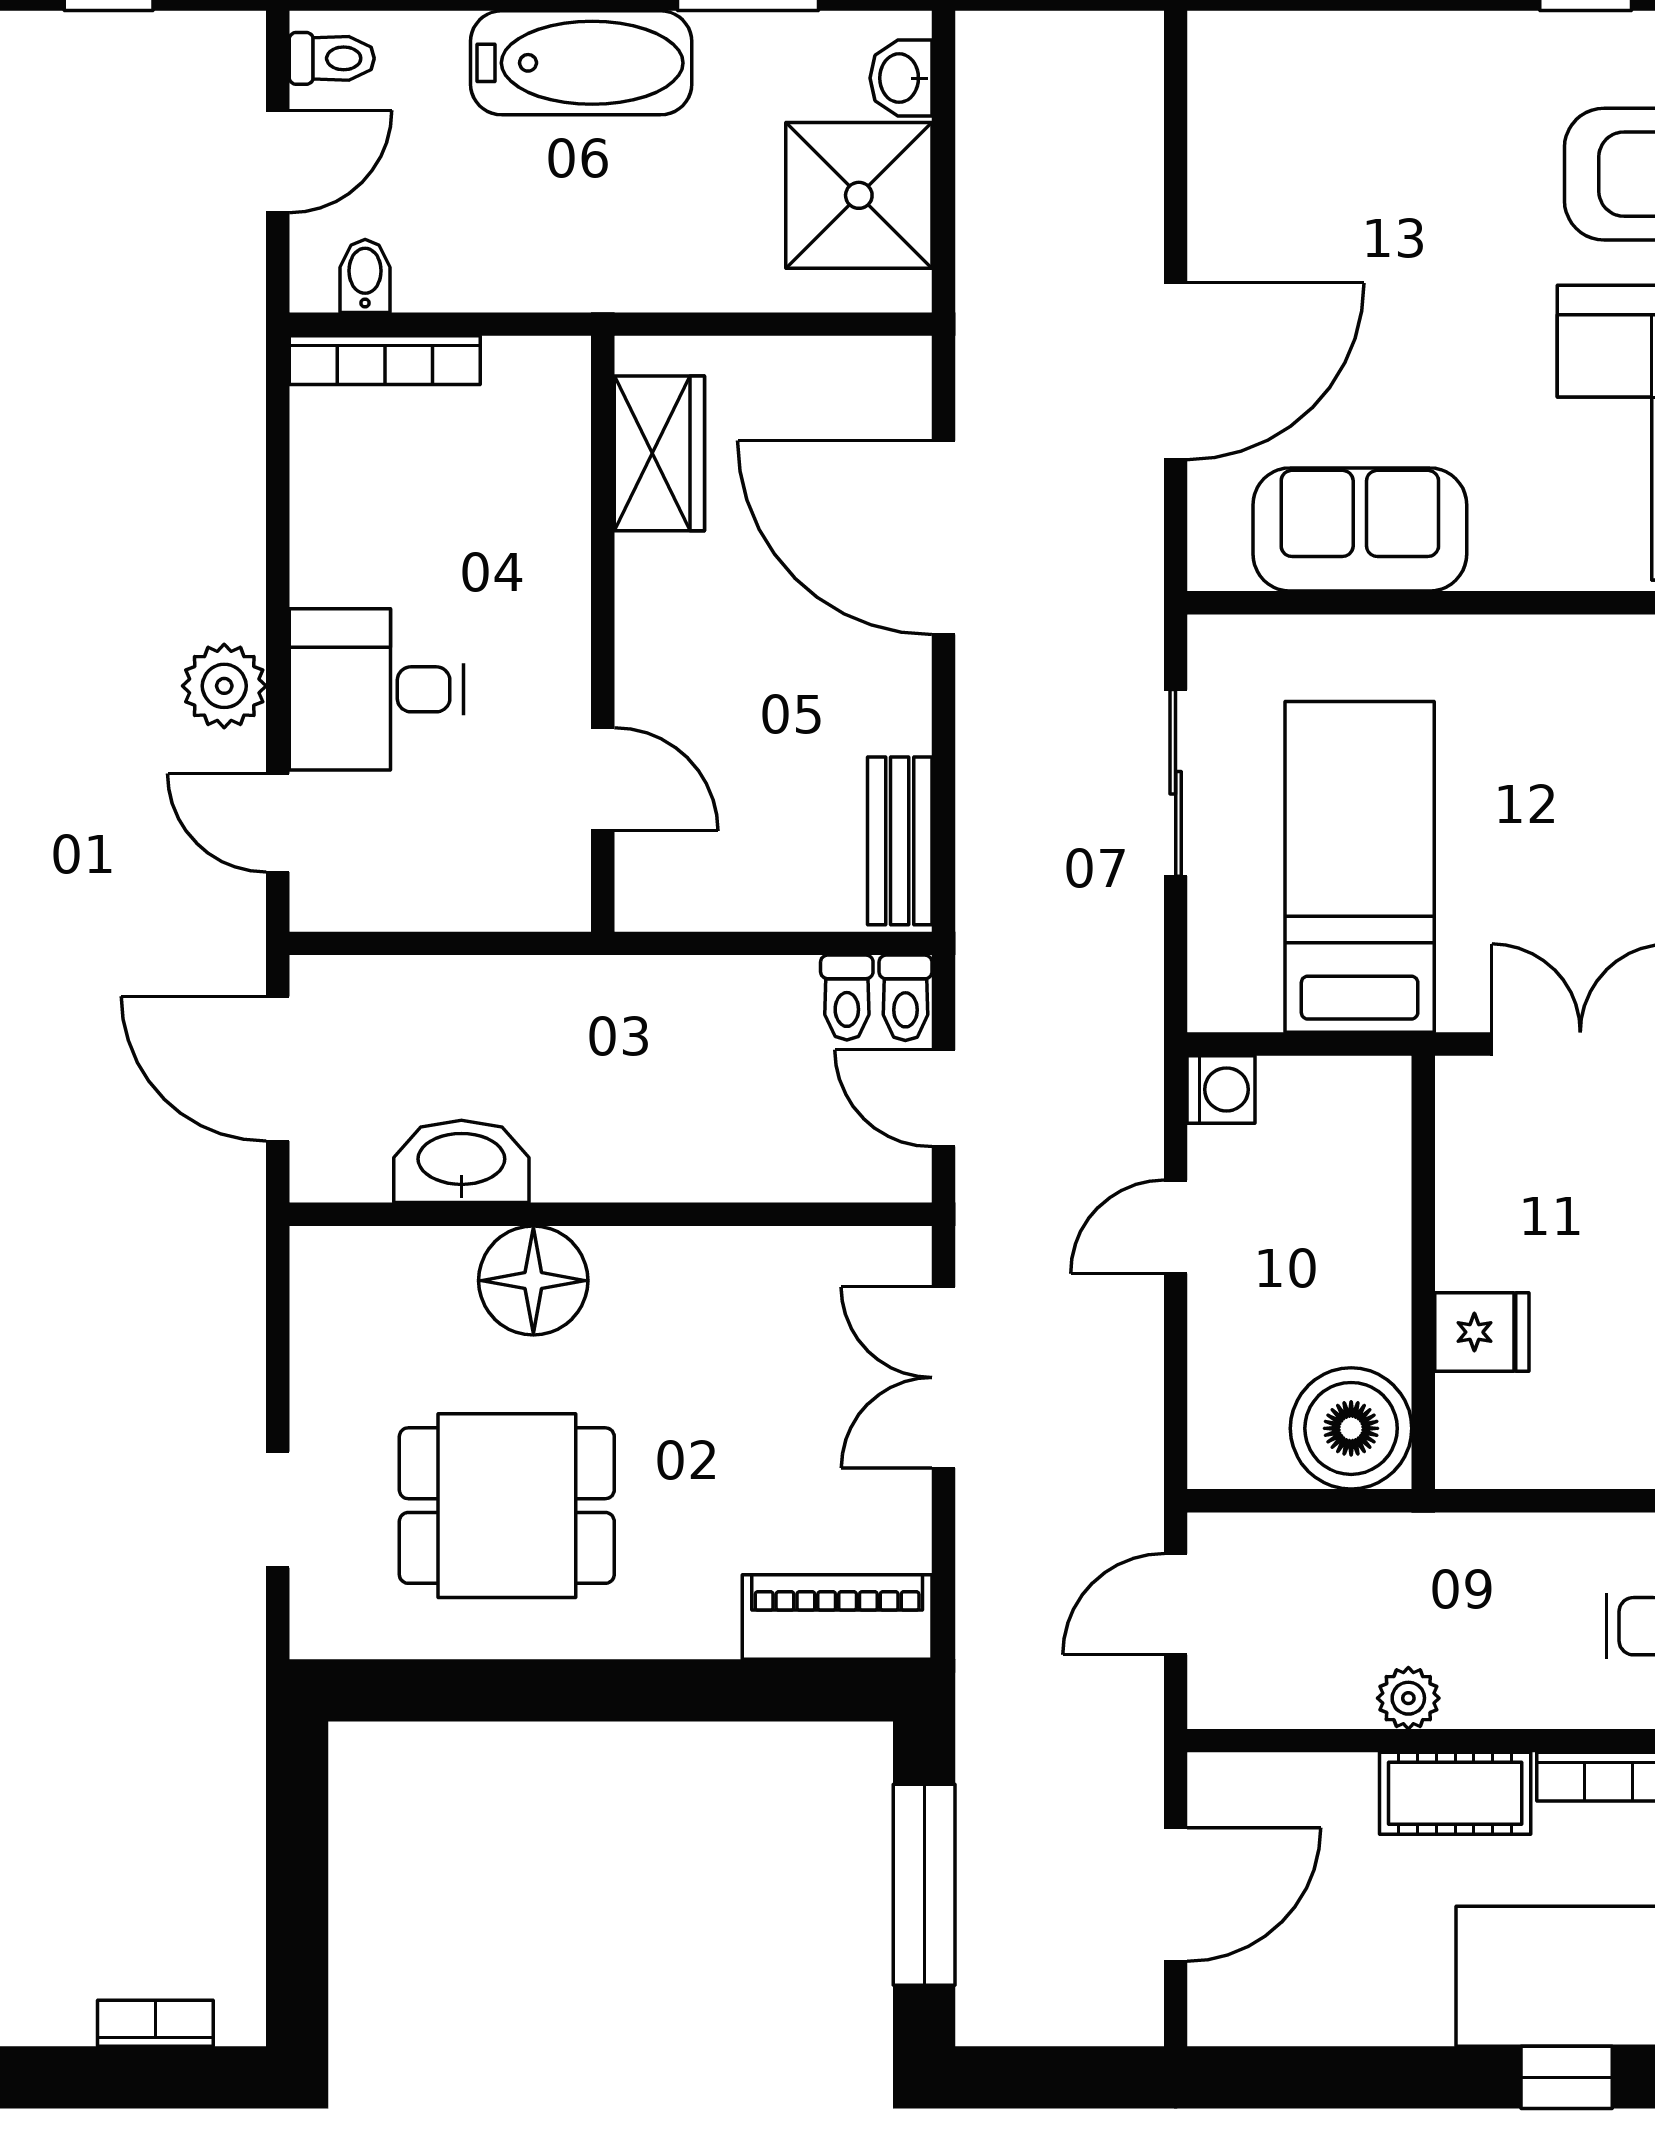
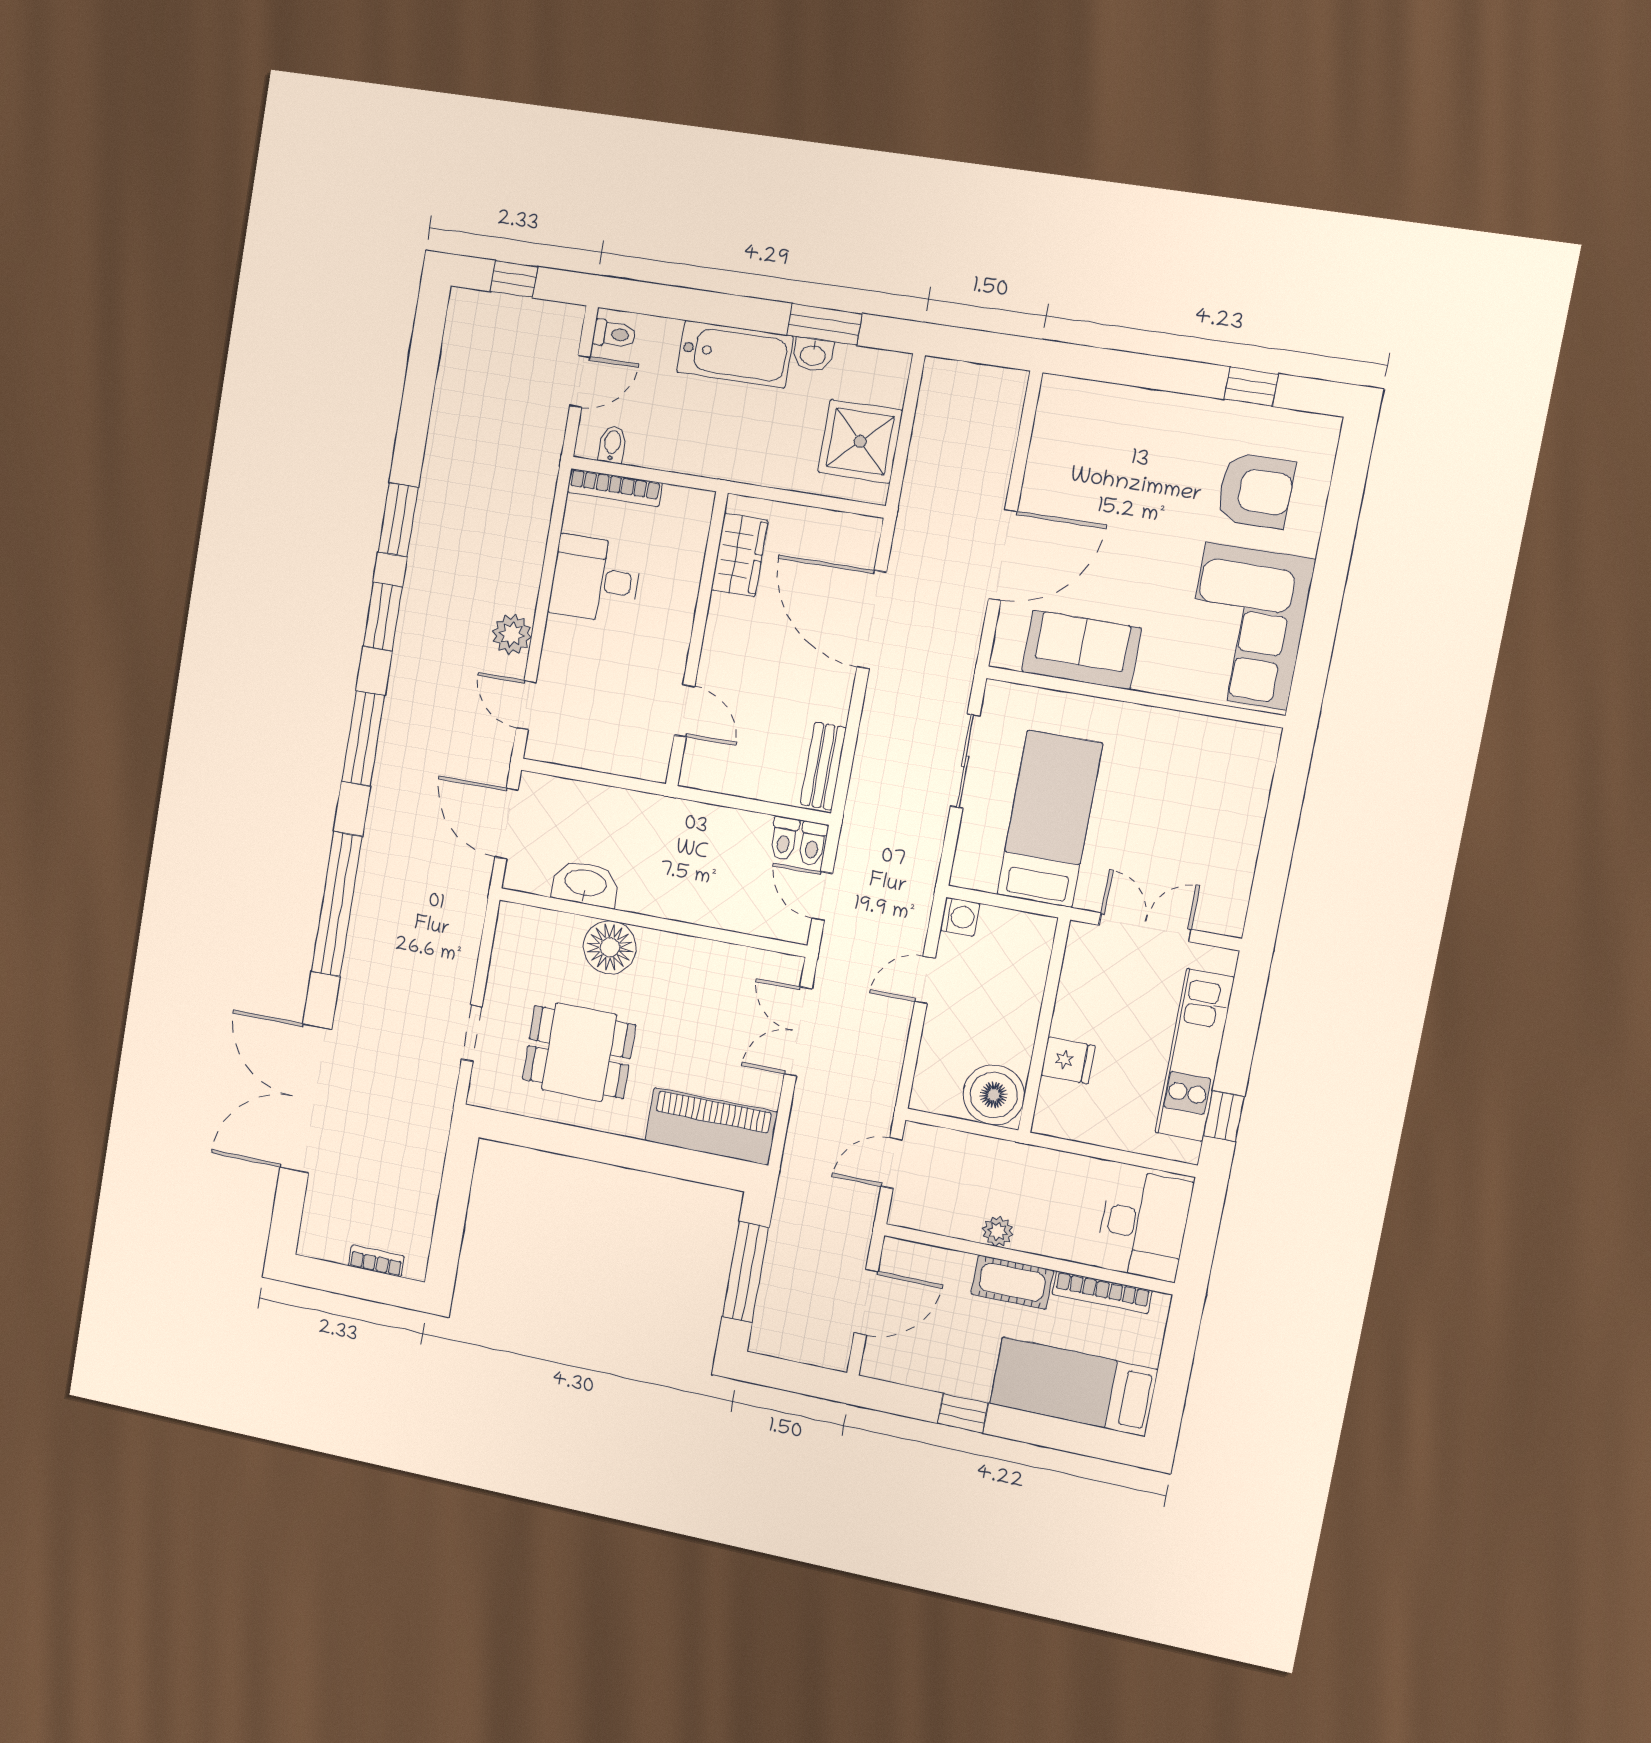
washbasin: (901, 78) -> (813, 355), moved, turned -90
desk: (376, 689) -> (595, 579), moved
piano: (837, 1617) -> (711, 1126), width x1.37, depth x1.33
window: (1567, 2077) -> (963, 1413), moved

